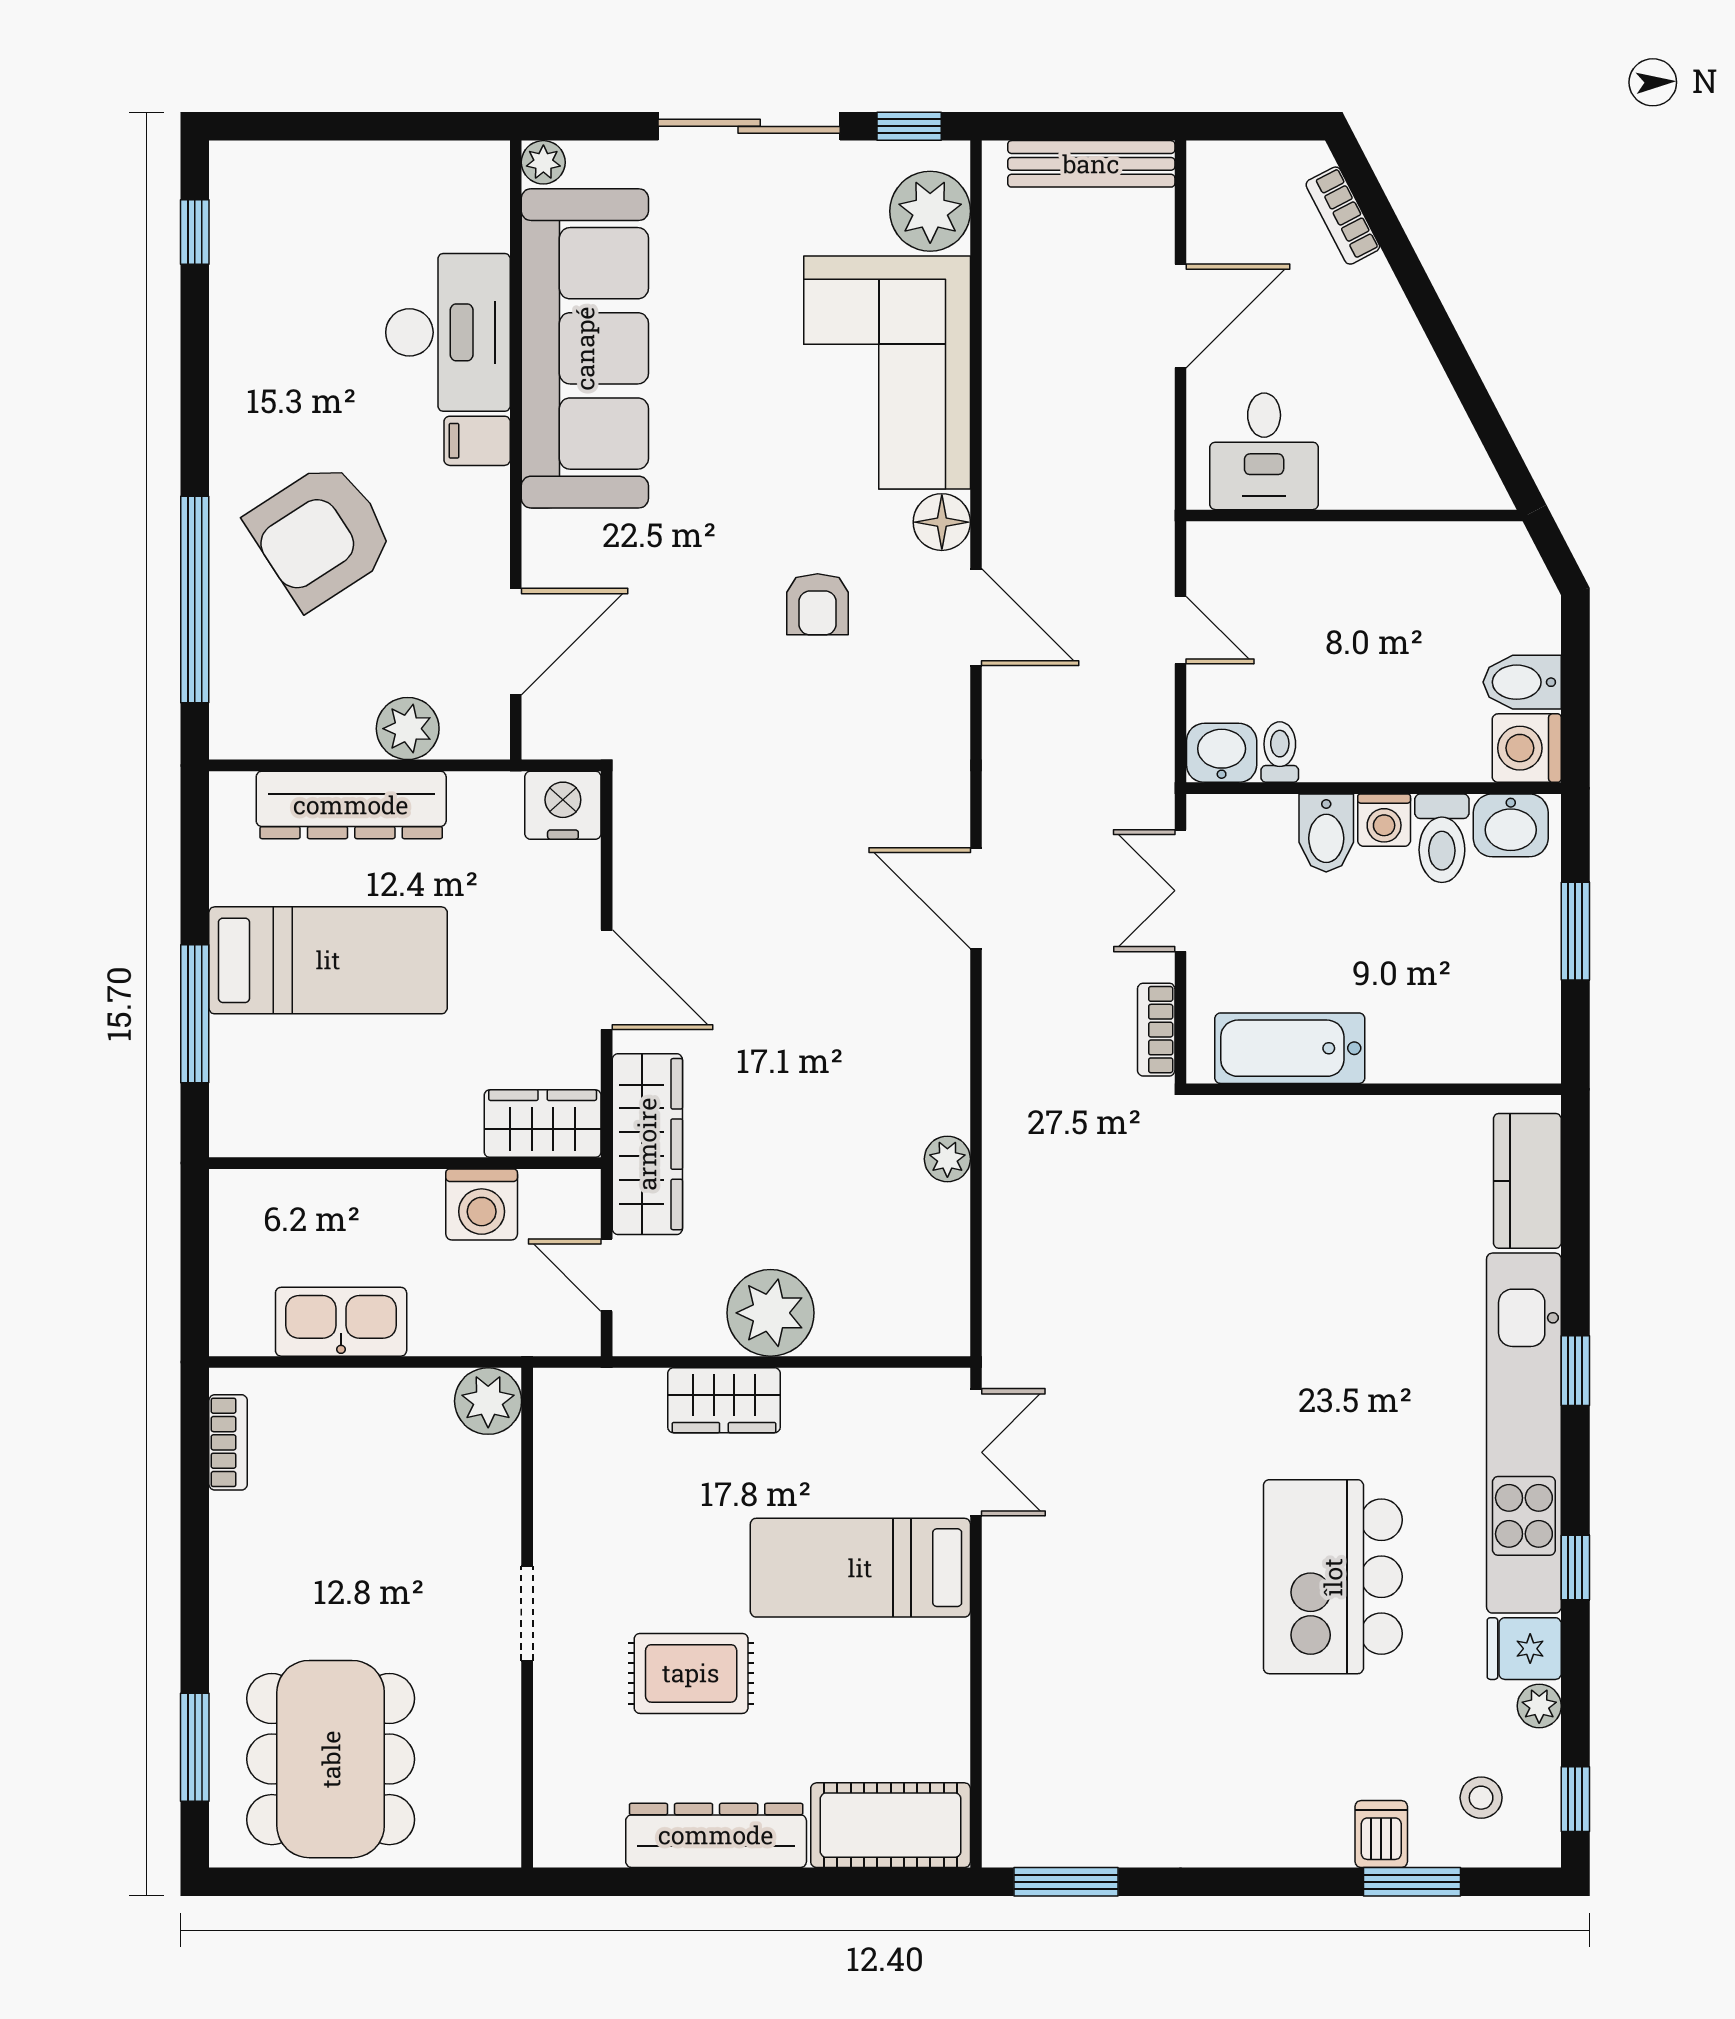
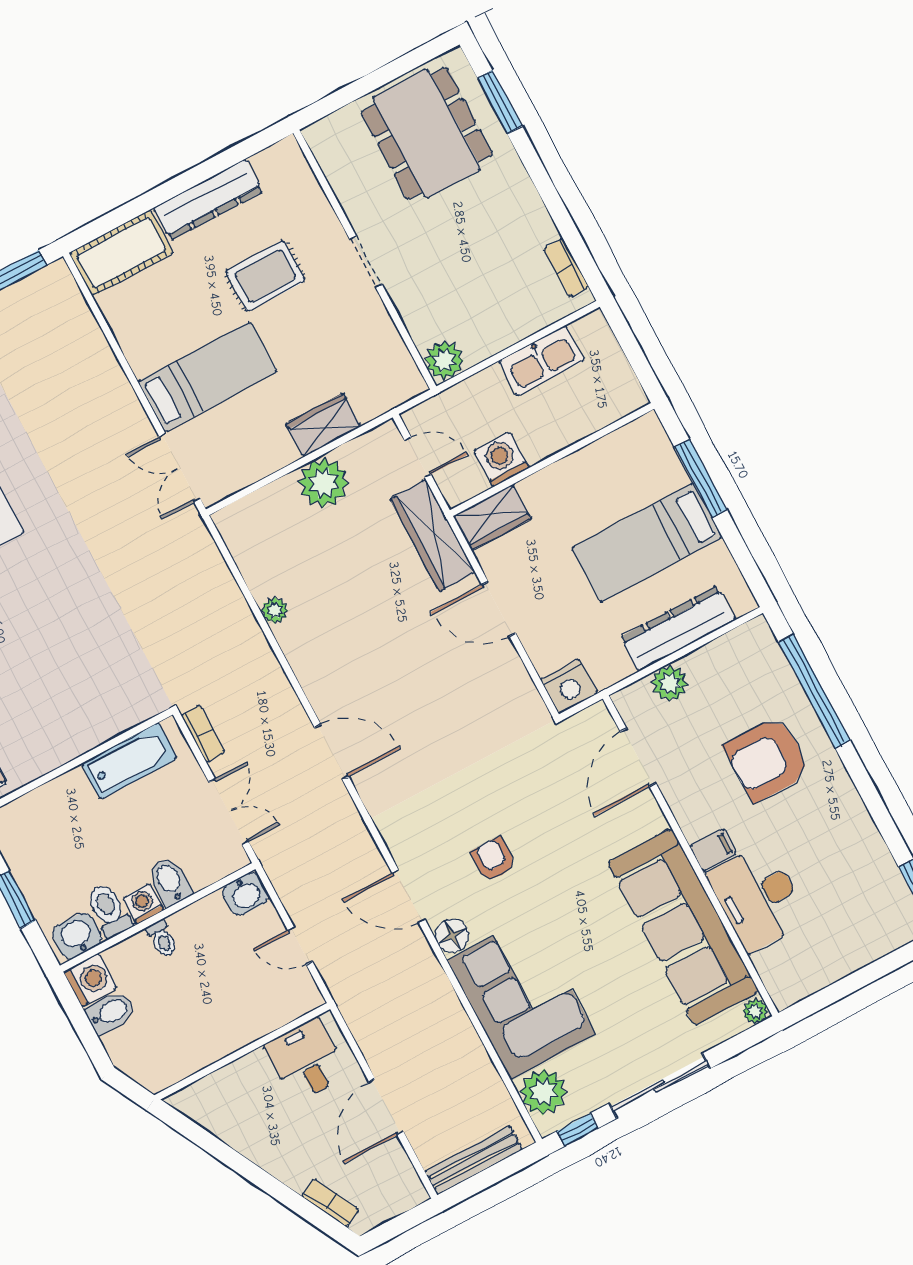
armchair: (321, 535) -> (767, 759), turned -147
toilet: (1280, 752) -> (162, 939), moved

